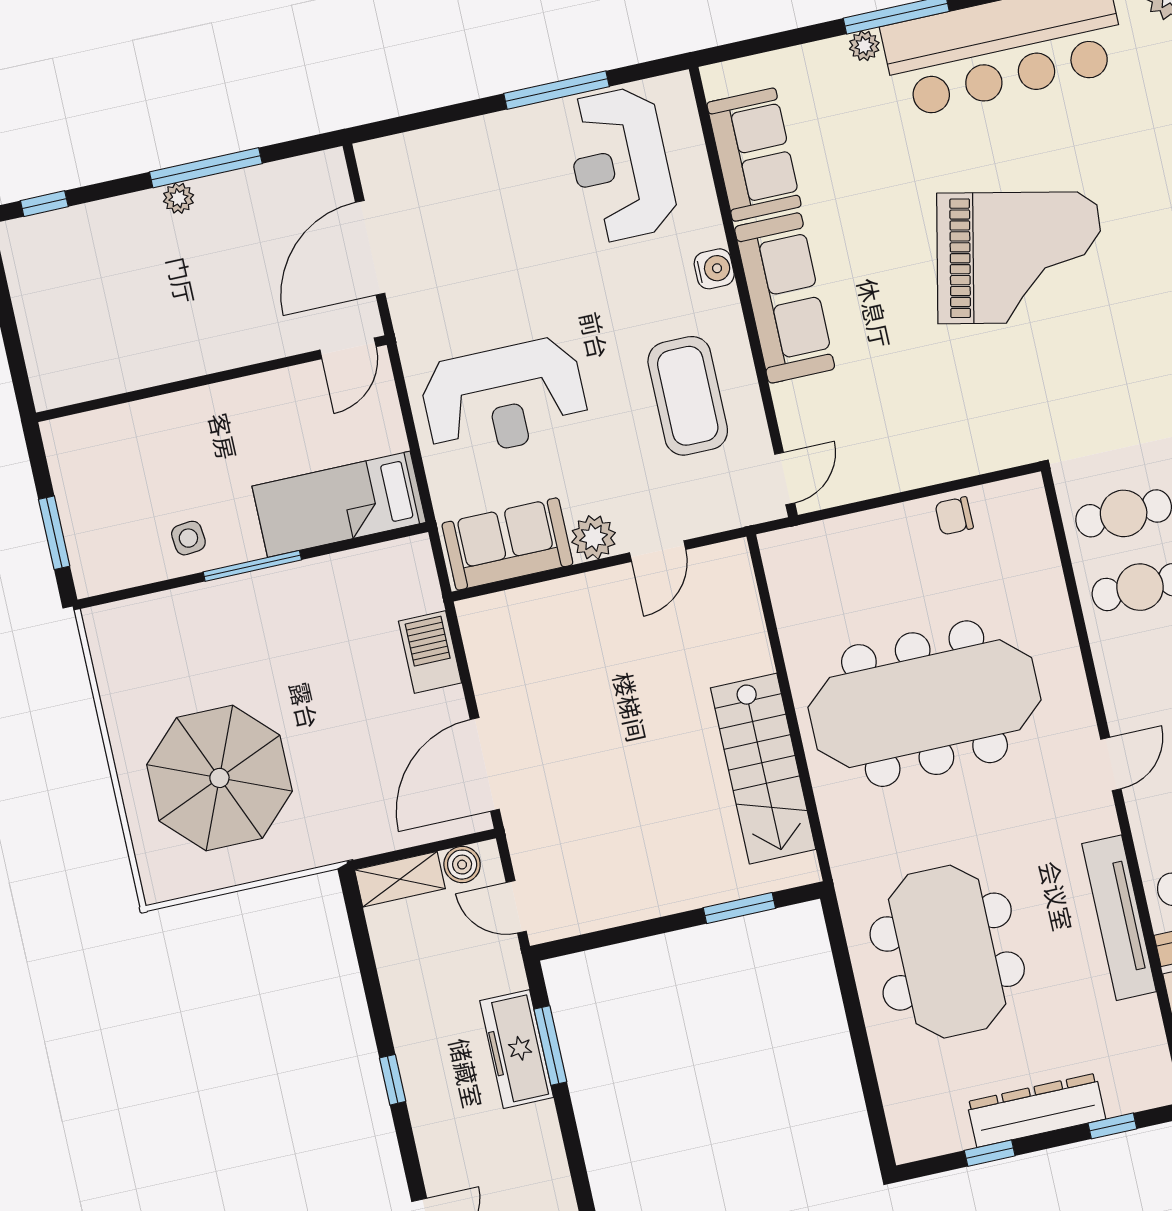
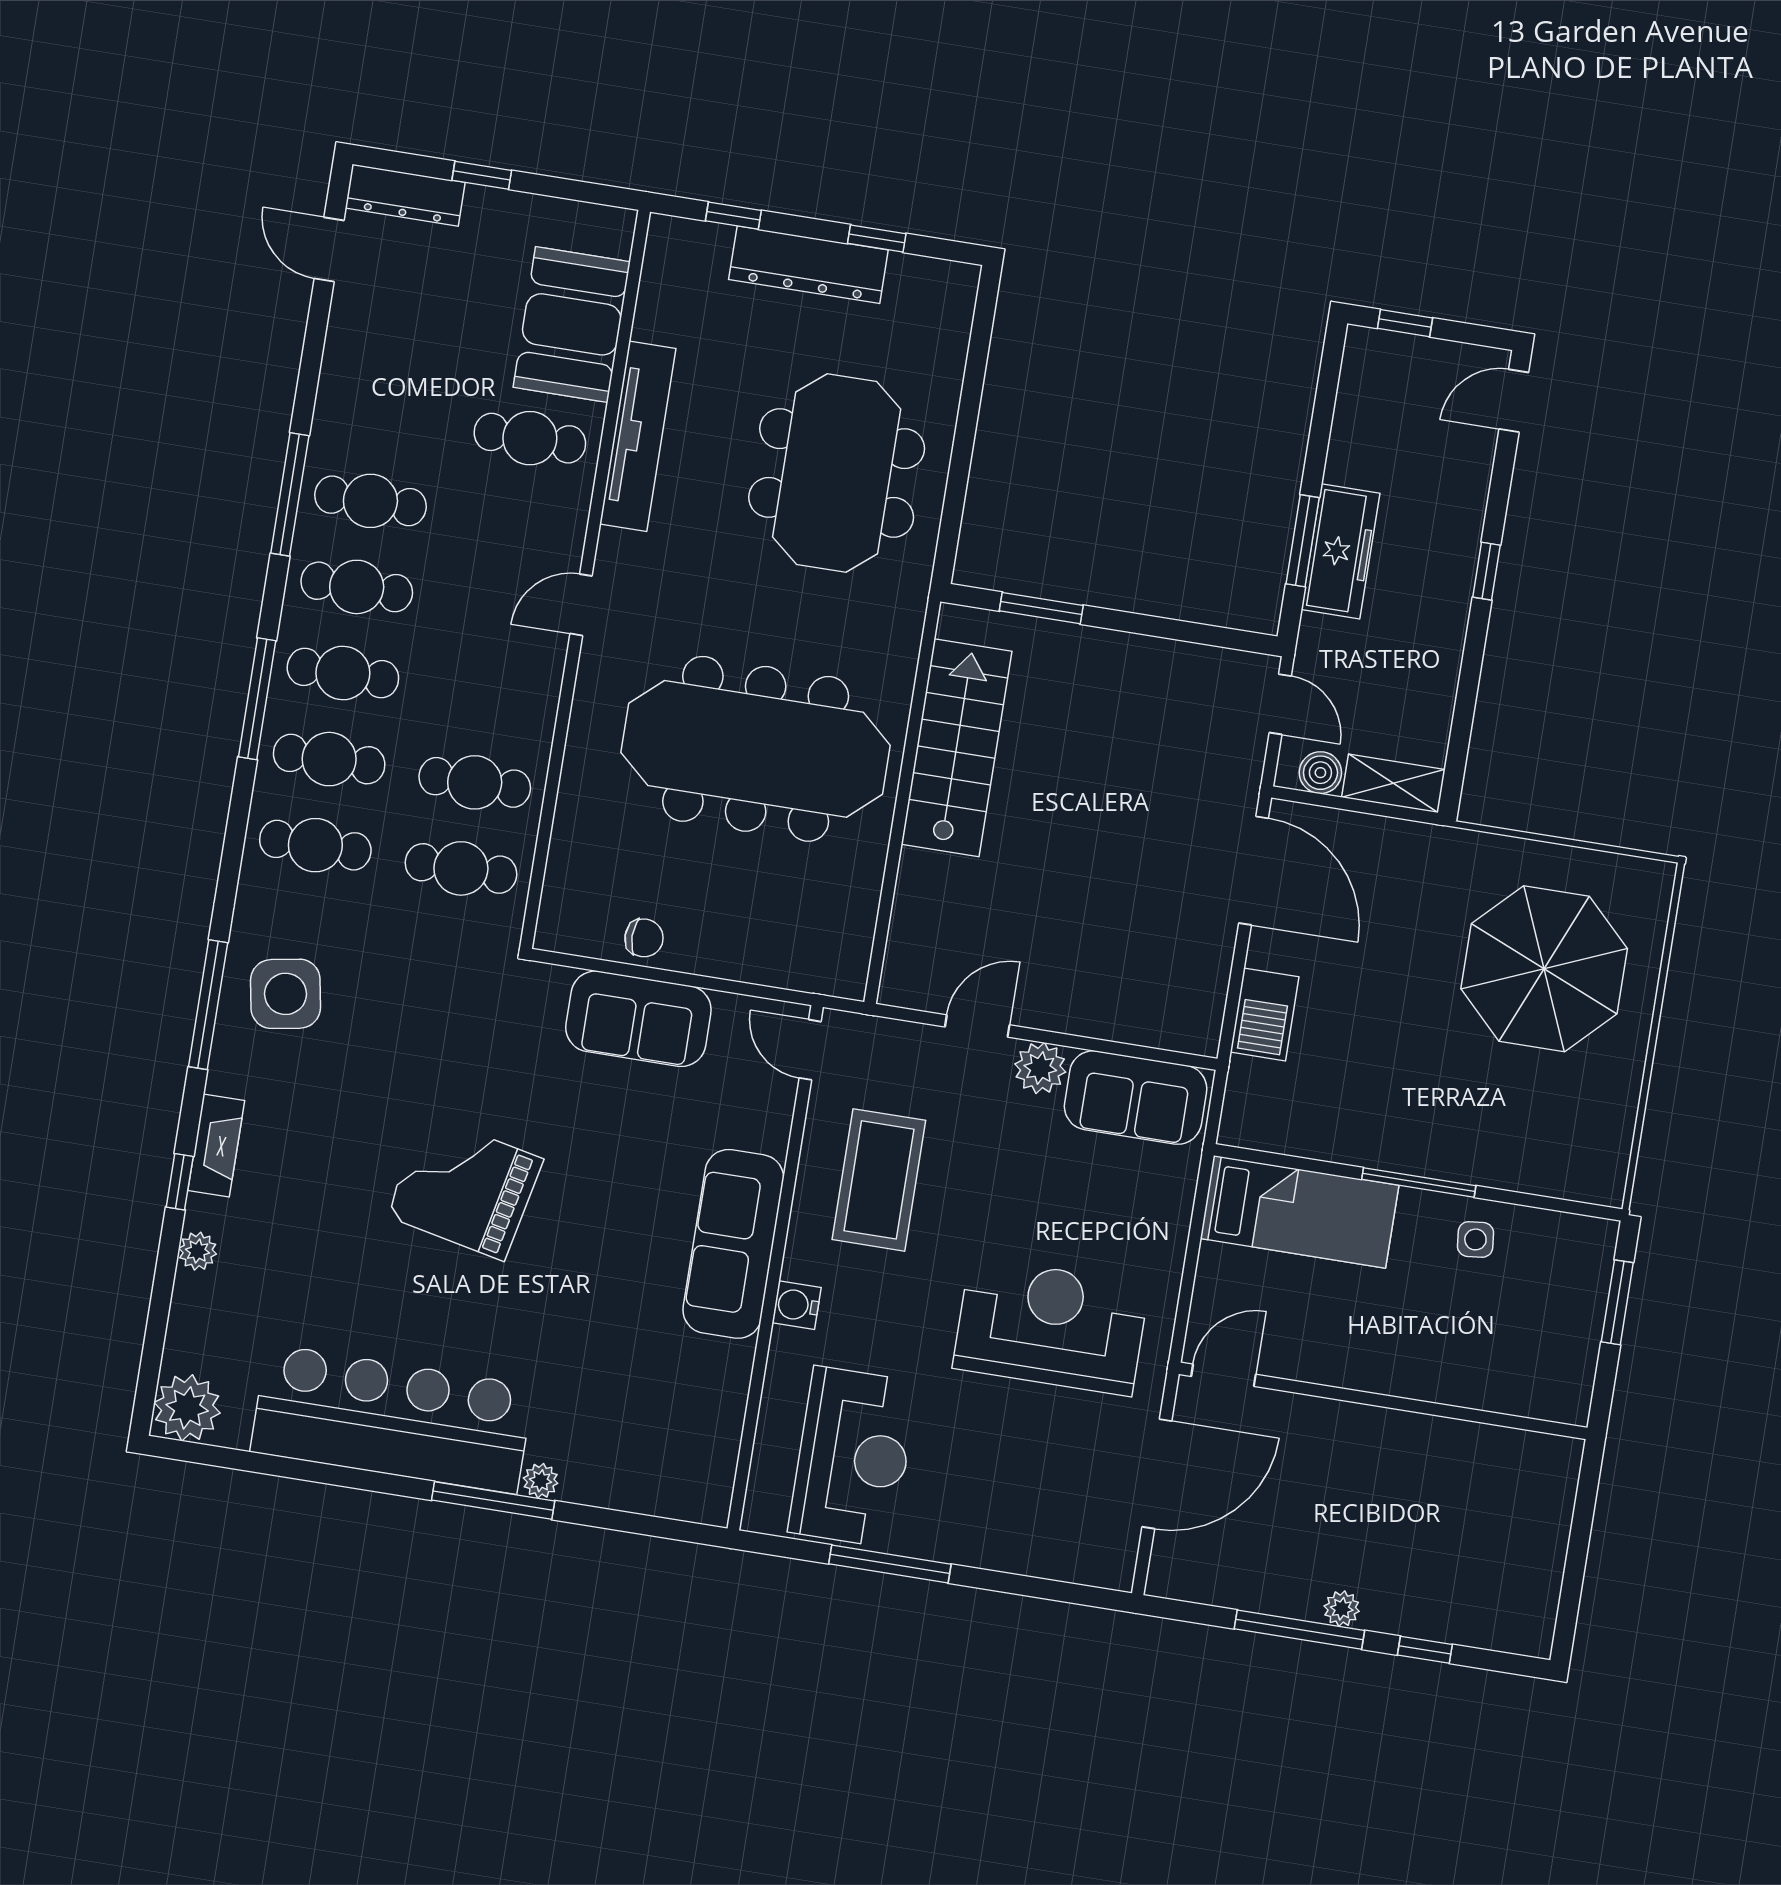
sofa: (754, 155) -> (638, 1019), moved, turned -90
window: (44, 204) -> (1425, 1650), moved
grand piano: (1019, 258) -> (465, 1187), width x0.73, depth x0.68
reception desk: (504, 398) -> (1051, 1326), moved
door: (785, 479) -> (810, 1050), hinge flipped
door: (485, 764) -> (1254, 871), hinge flipped

